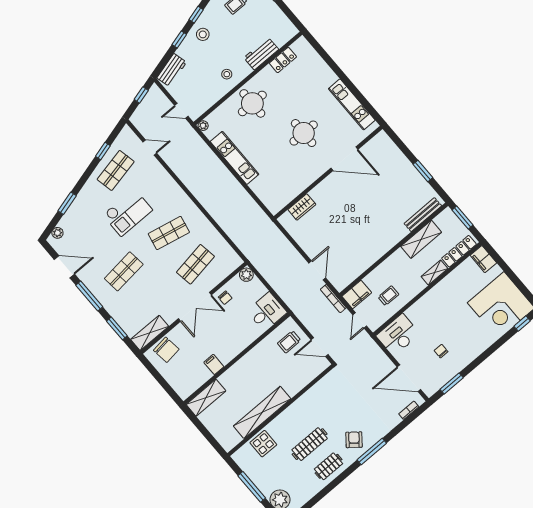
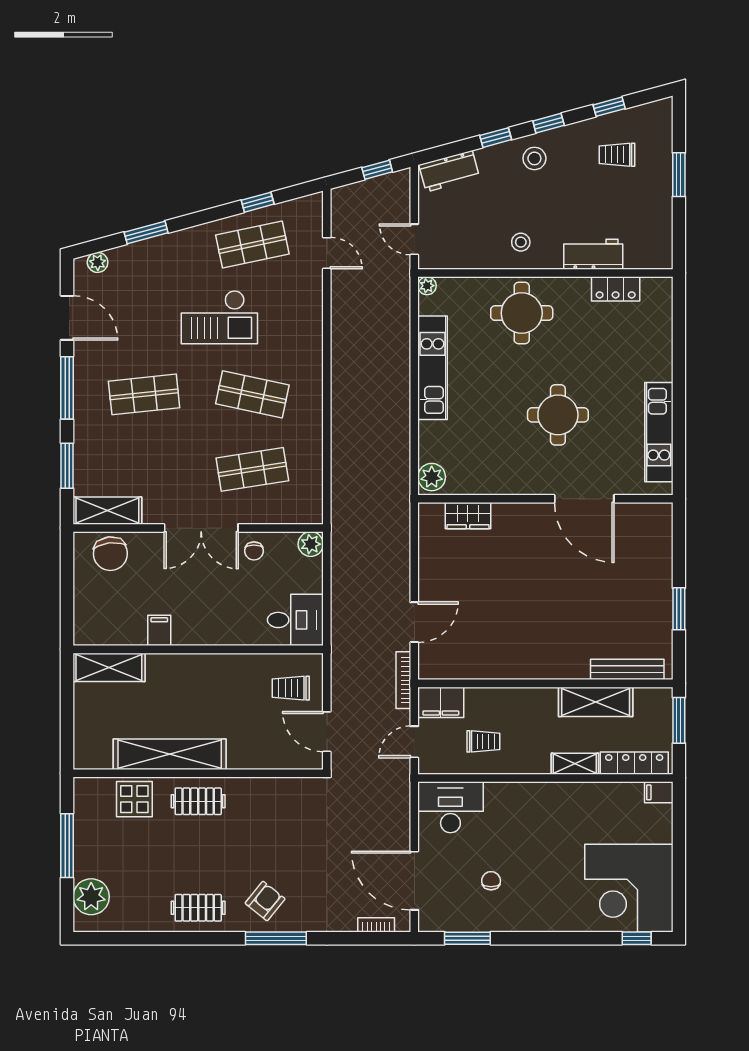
plant: (273, 204) -> (432, 477), added
filing cabinet: (483, 259) -> (659, 792), width x0.50
clothes rail: (310, 444) -> (198, 801), moved, width x0.73

